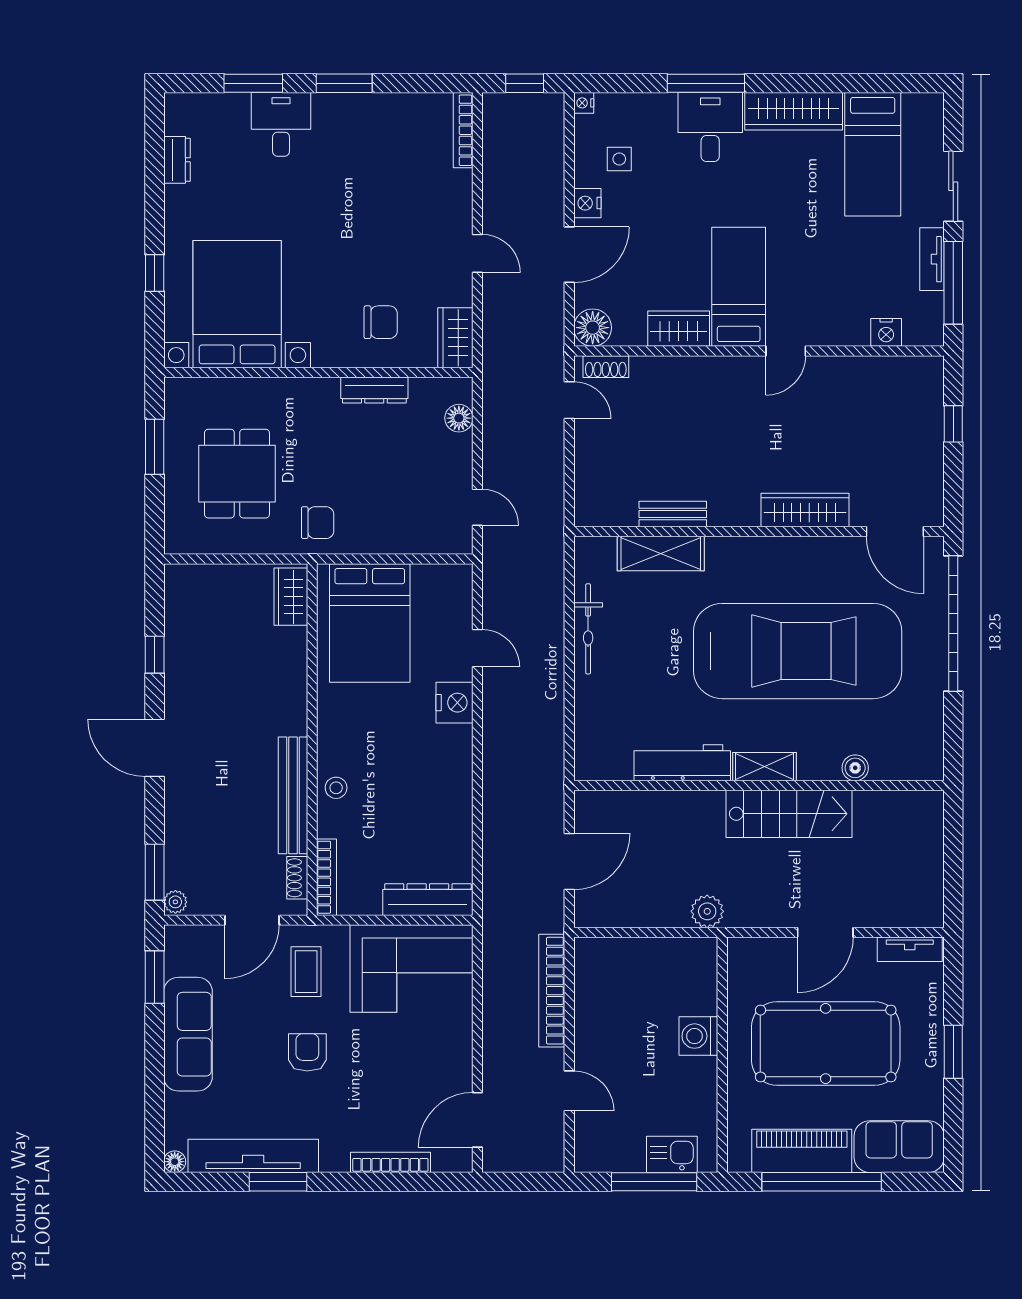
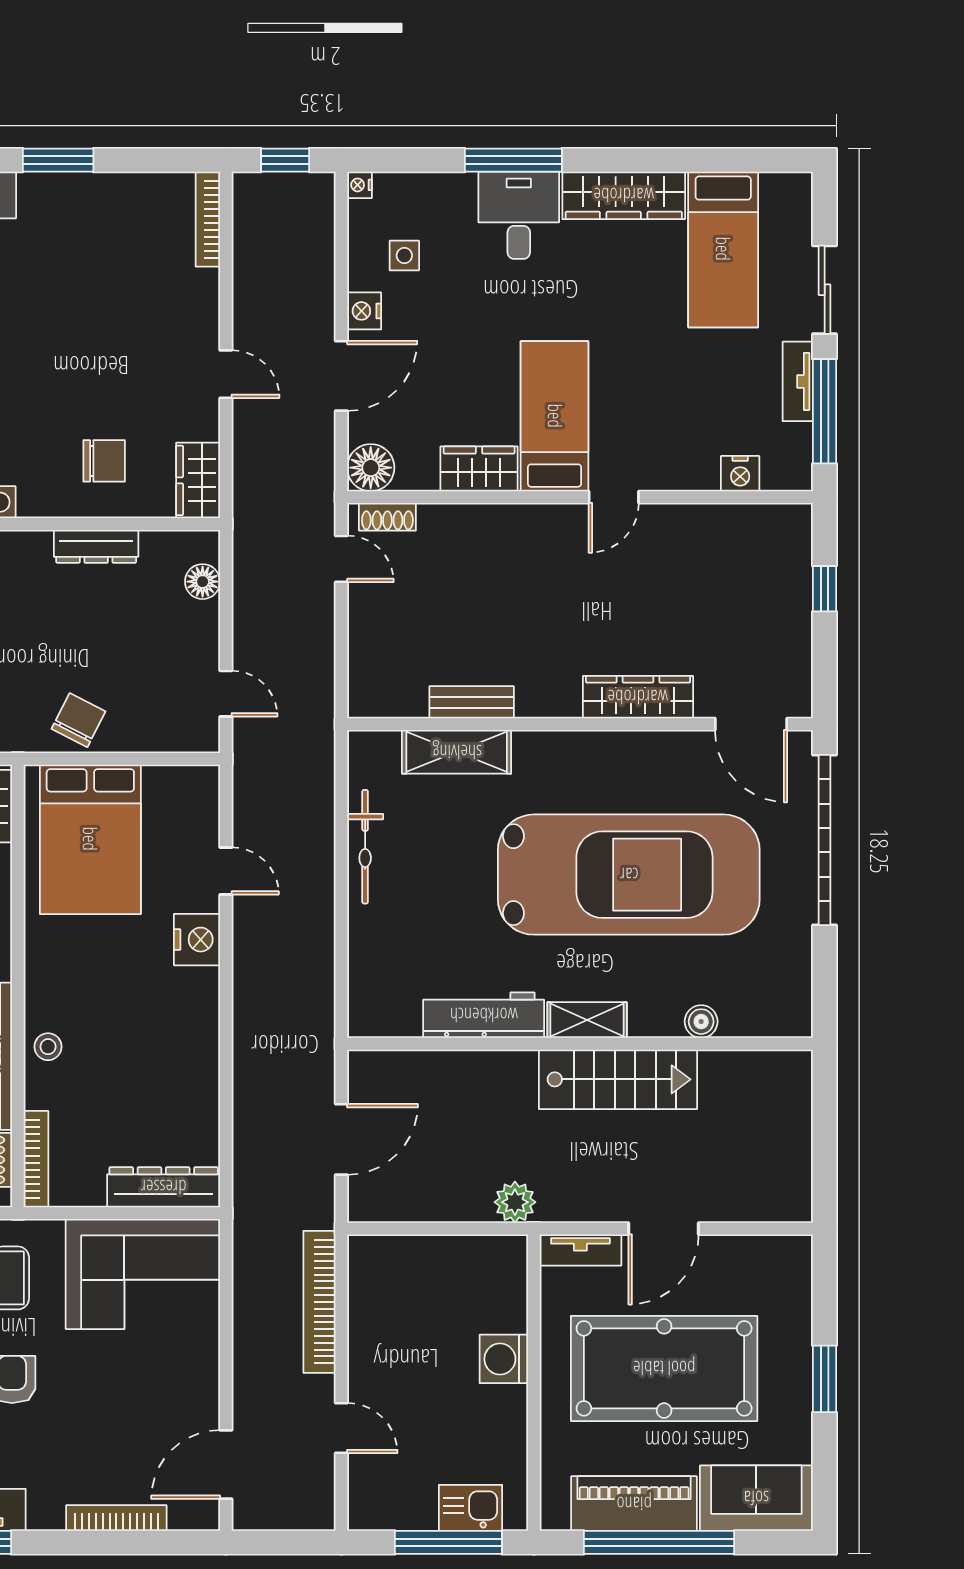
chair: (318, 523) -> (79, 720), moved, turned -63
tv unit: (910, 949) -> (580, 1250), moved

